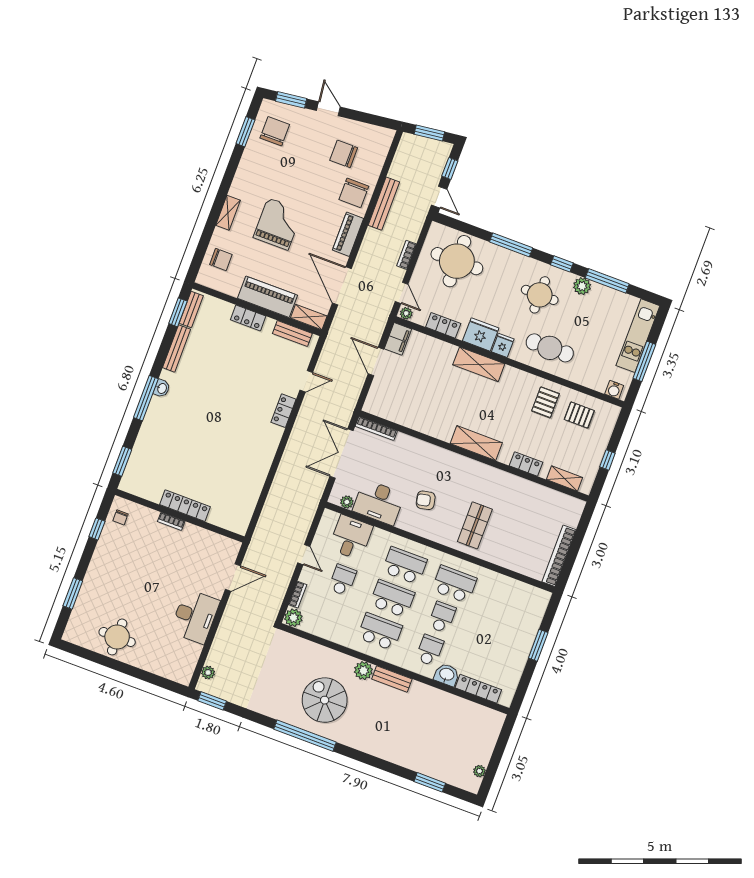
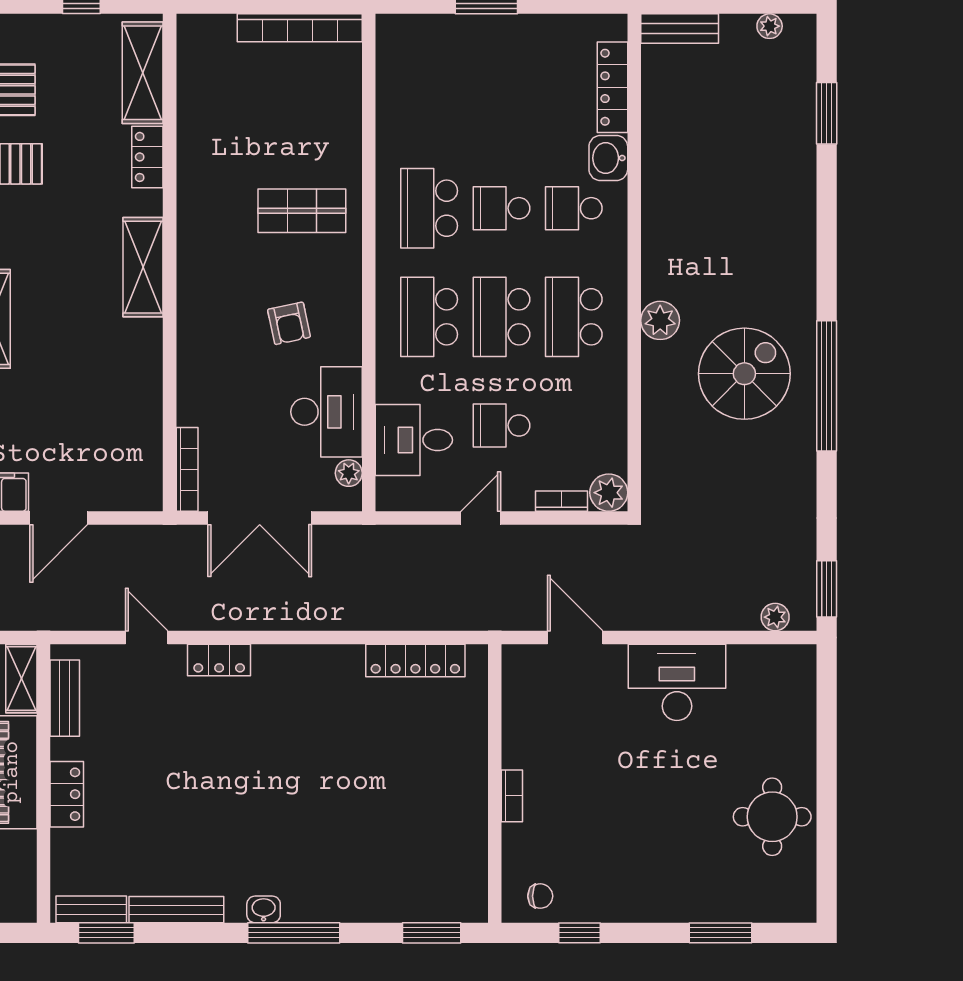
shelving: (564, 479) -> (143, 73), width x1.50, depth x1.33
locker: (185, 506) -> (415, 661), moved, turned -90
bench: (392, 679) -> (680, 28), moved, turned 90
spiral stairs: (325, 700) -> (744, 374), turned 180

